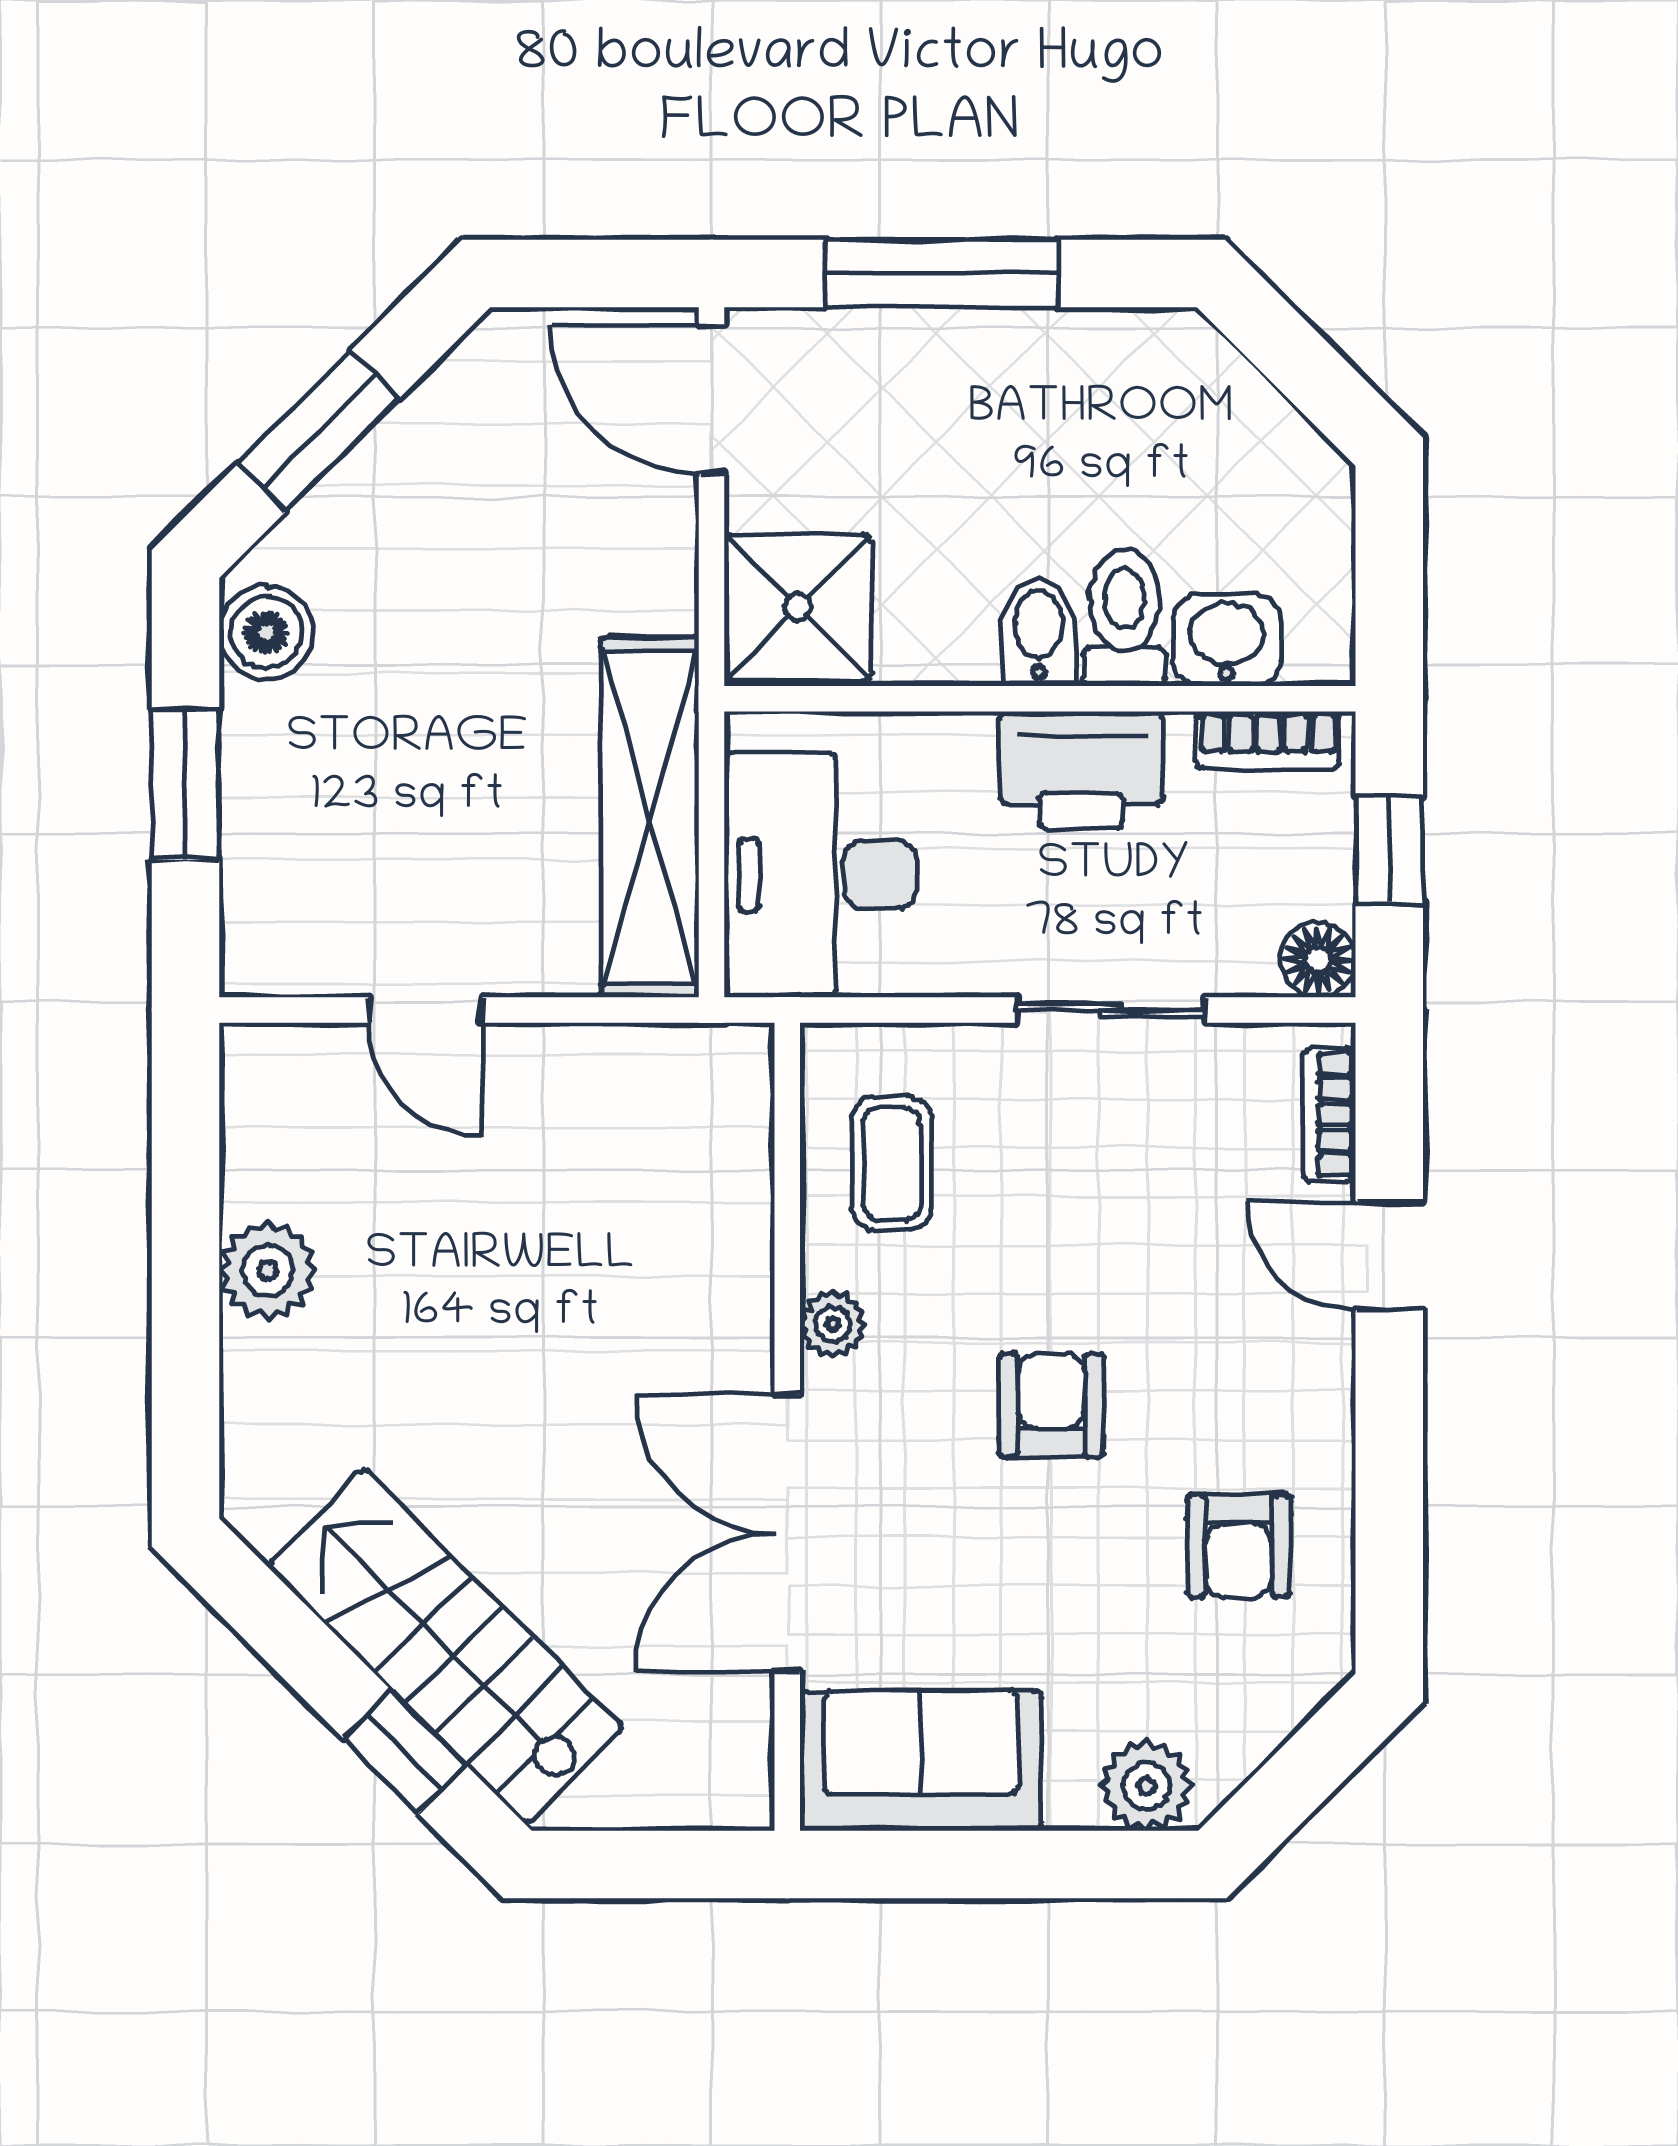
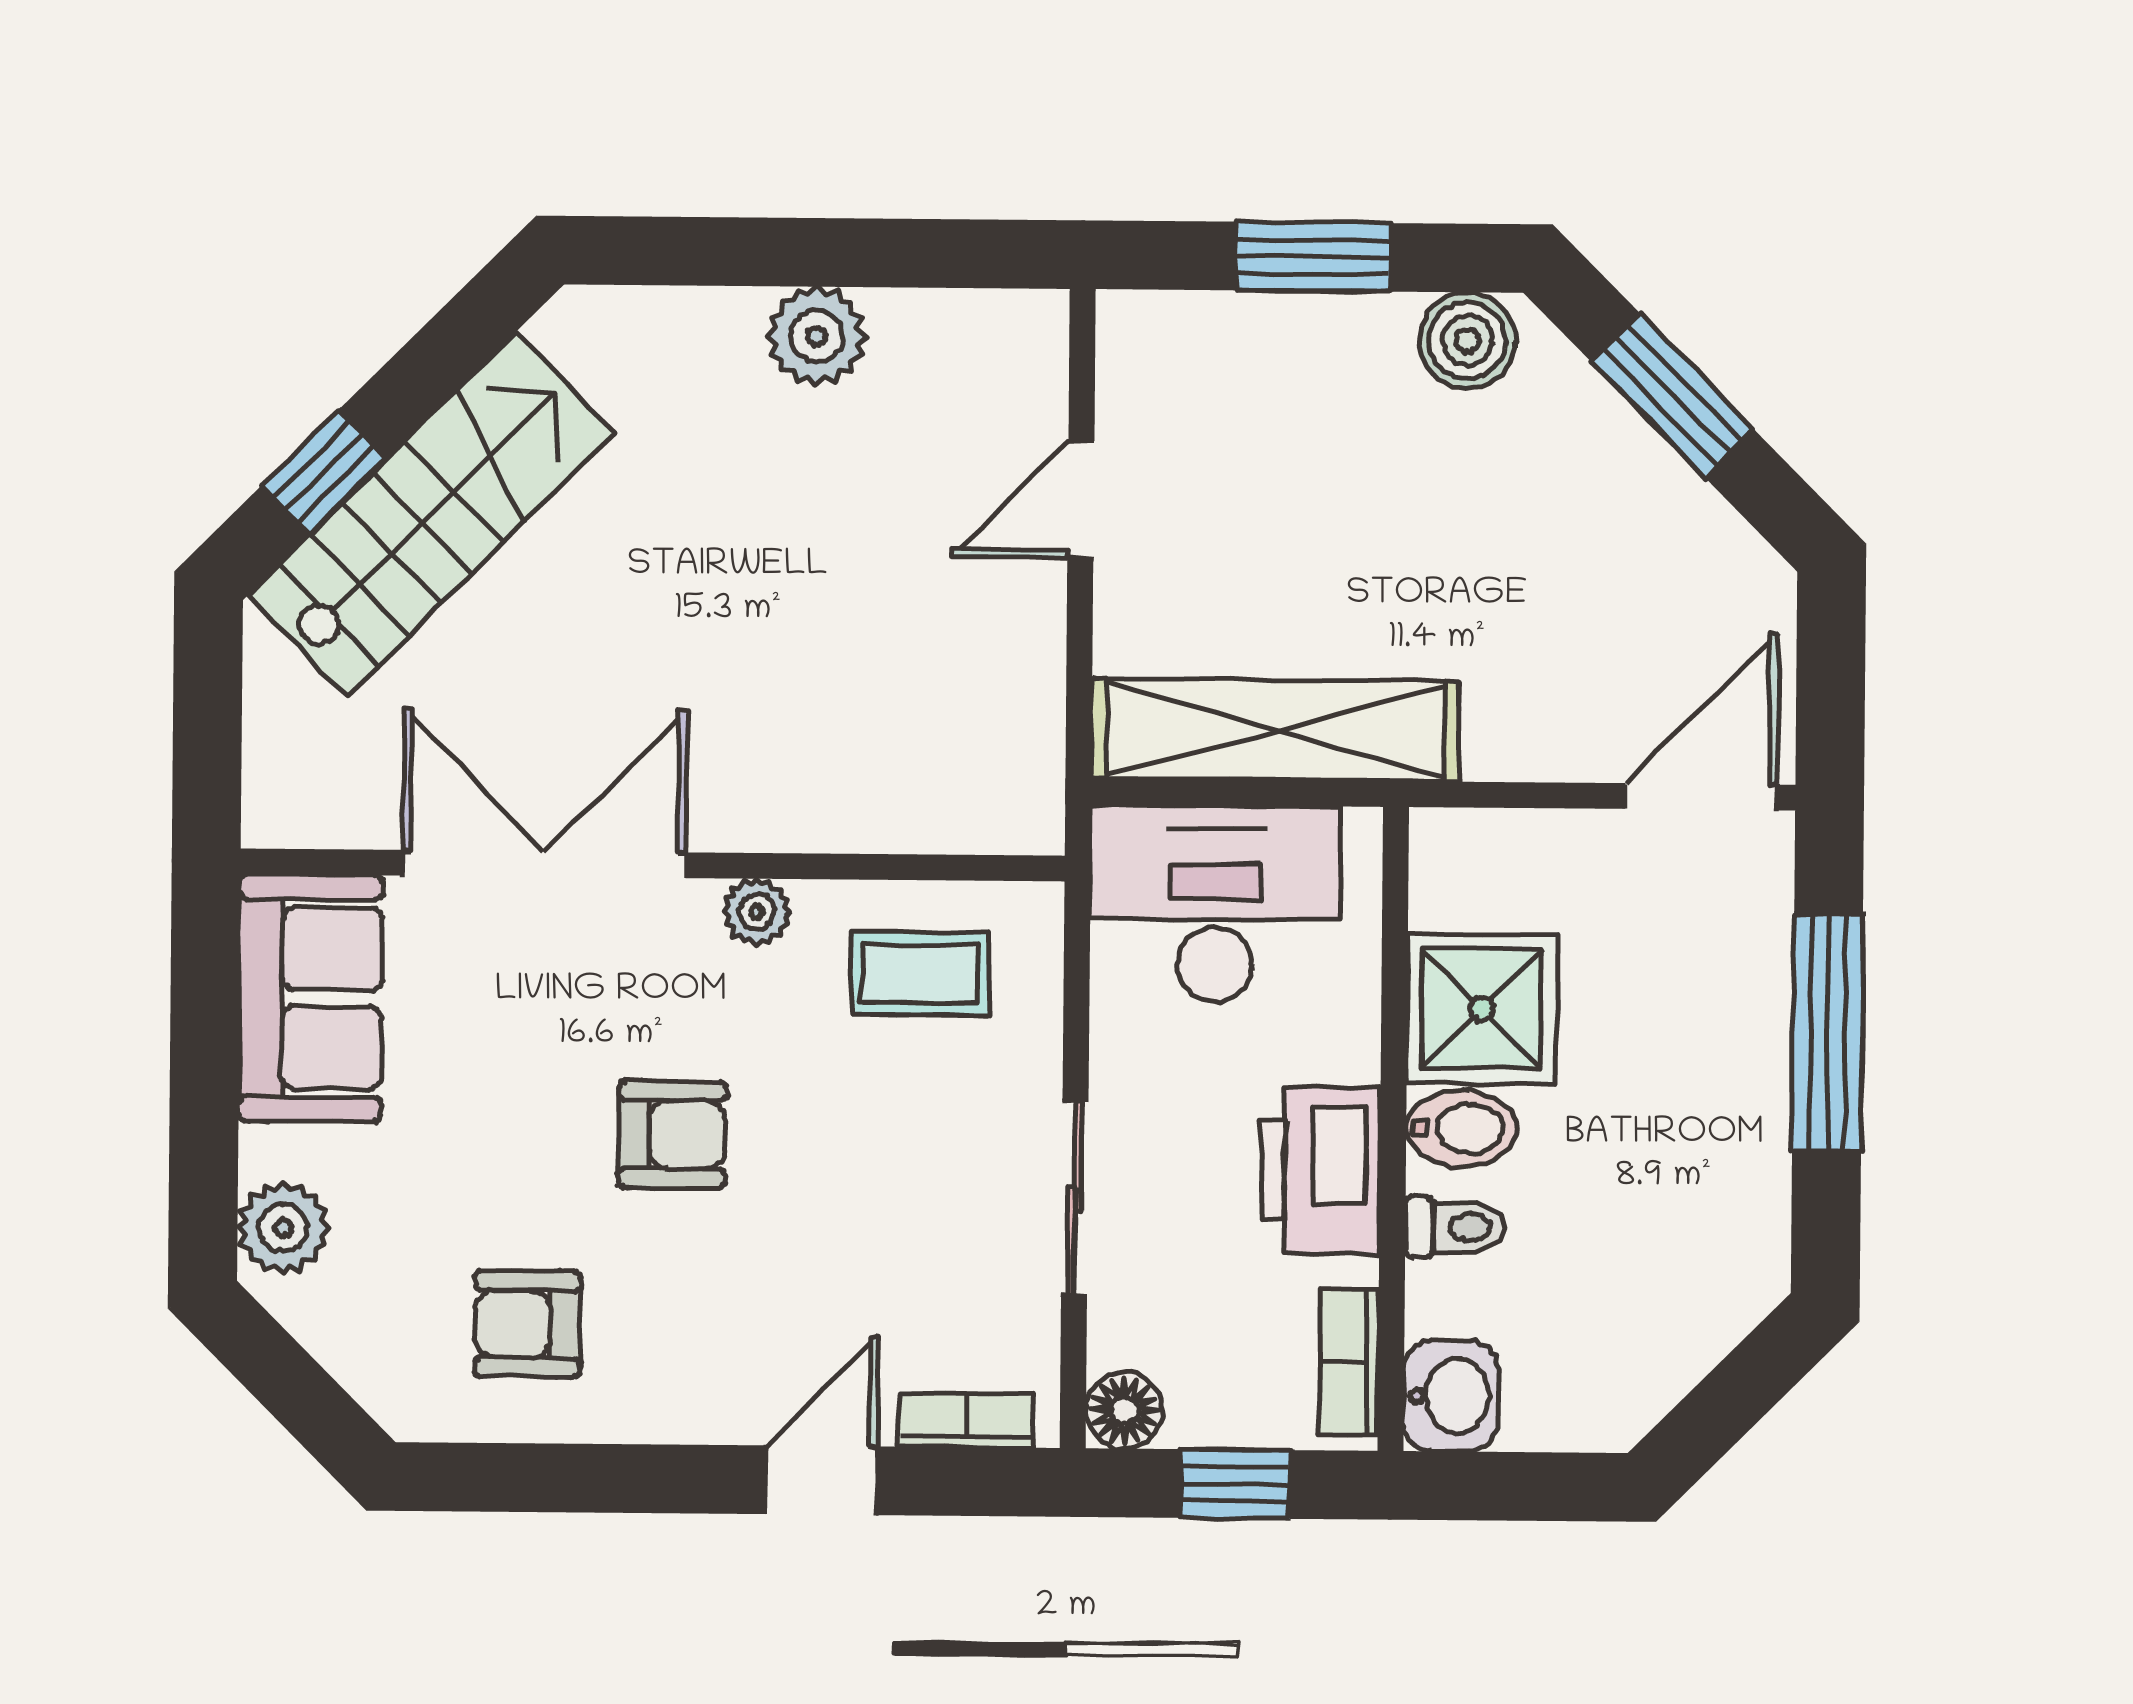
shower: (797, 607) -> (1482, 1009), moved
toilet: (1124, 618) -> (1455, 1227), width x0.73, depth x0.72
washbasin: (1227, 640) -> (1451, 1396), moved

